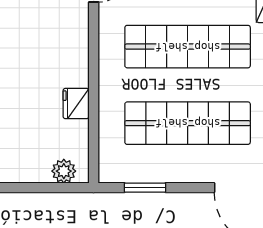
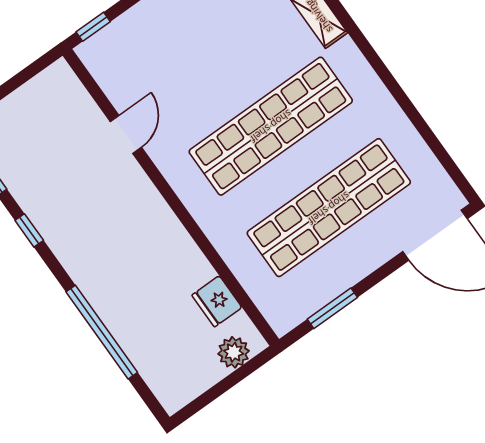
fridge: (76, 104) -> (217, 301), moved

